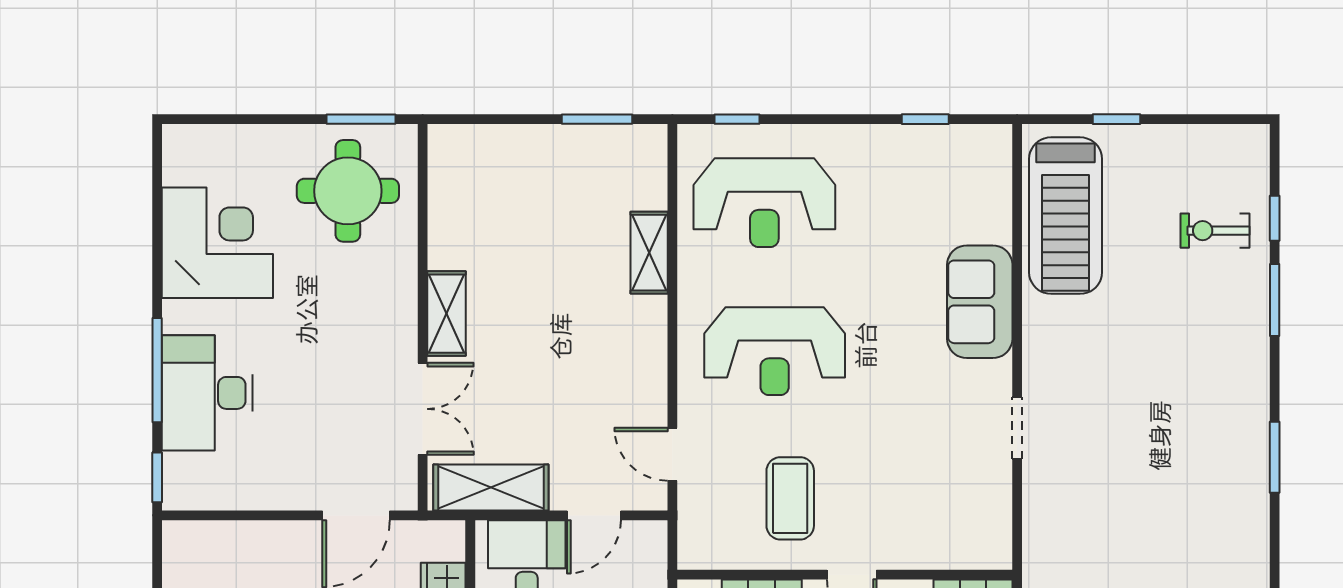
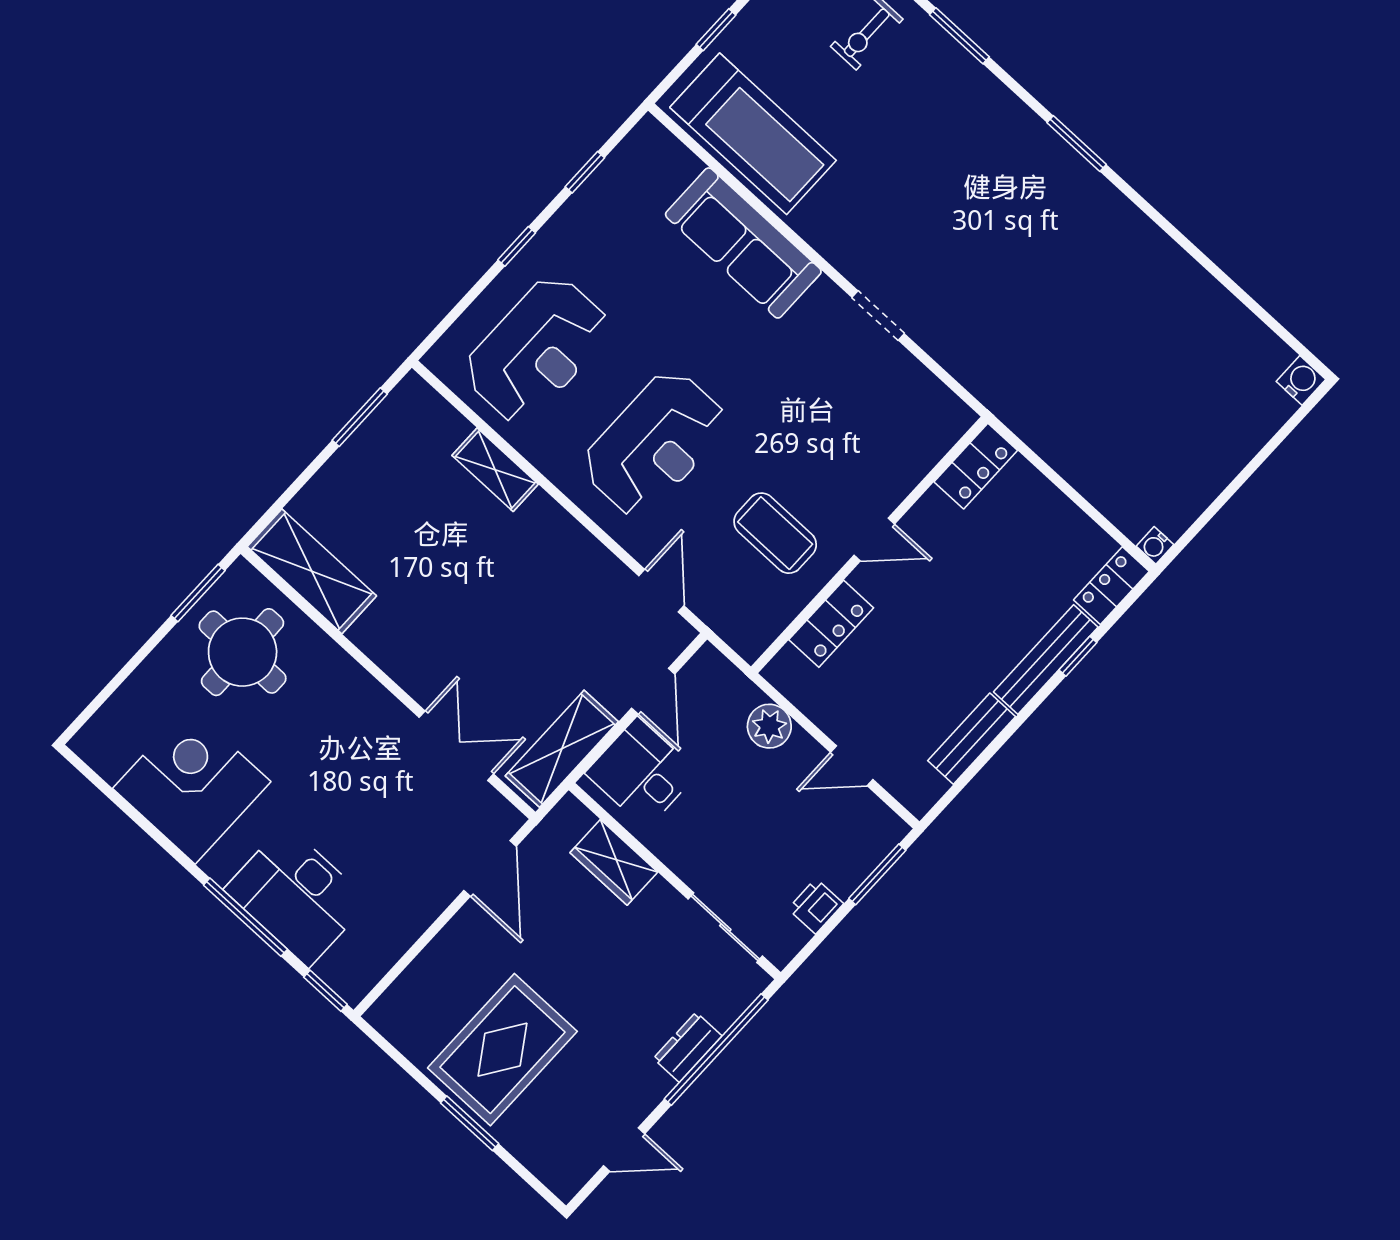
window: (737, 119) -> (517, 246), moved
sofa: (980, 302) -> (743, 243), width x1.36
shelving: (447, 314) -> (312, 571), moved, width x1.50, depth x1.33
door: (672, 454) -> (661, 591), swing flipped

